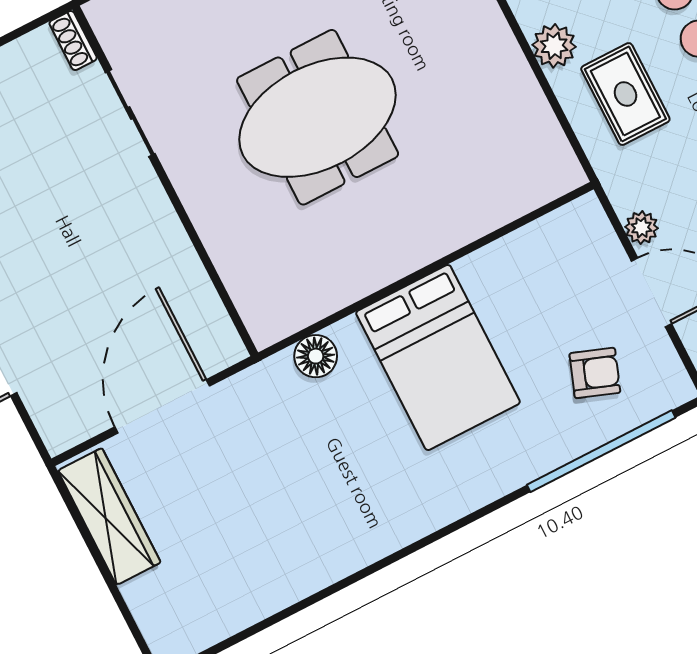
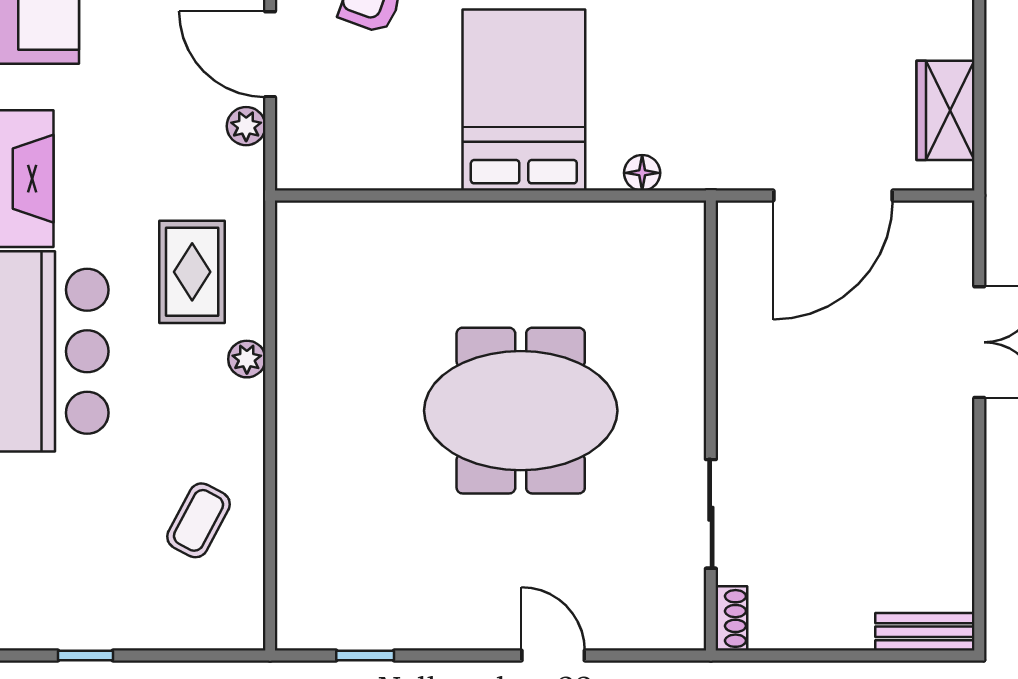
plant: (554, 46) -> (247, 359), width x0.73, depth x0.73
floor lamp: (316, 356) -> (642, 173), width x0.73, depth x0.73
wardrobe: (109, 517) -> (946, 110), width x0.67

